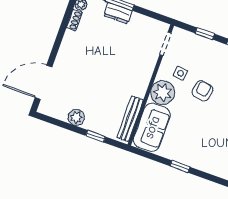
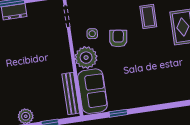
window: (180, 166) -> (118, 113), moved

